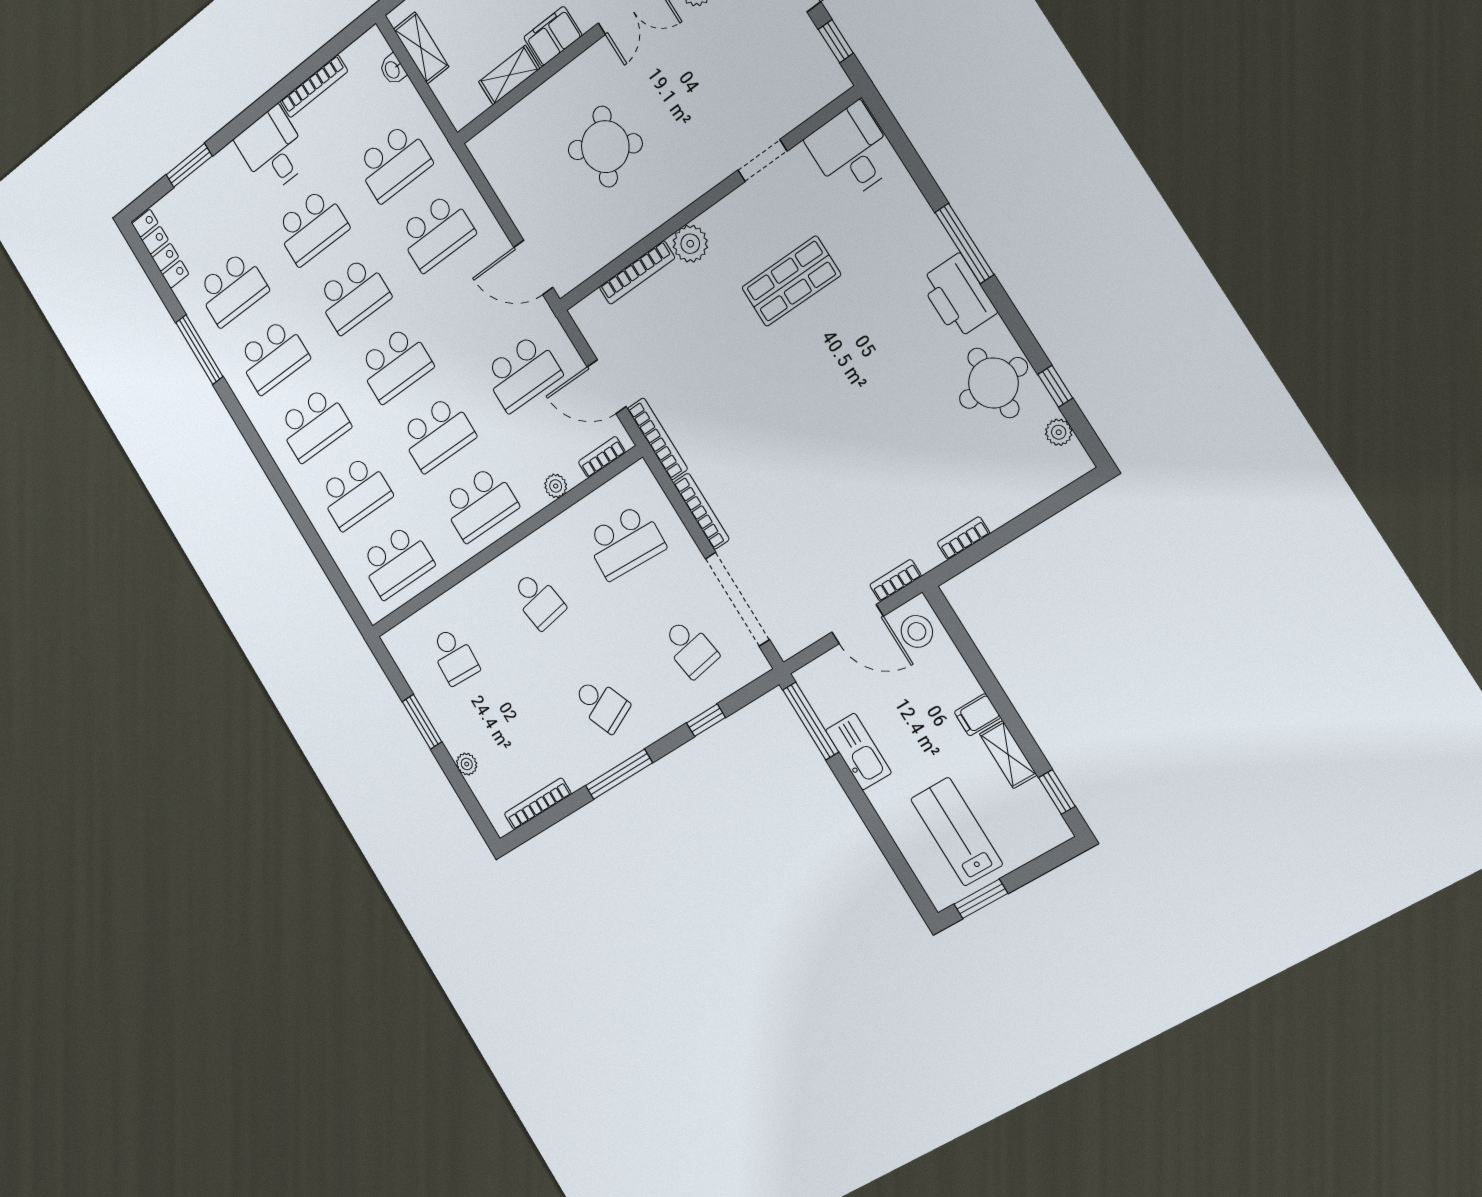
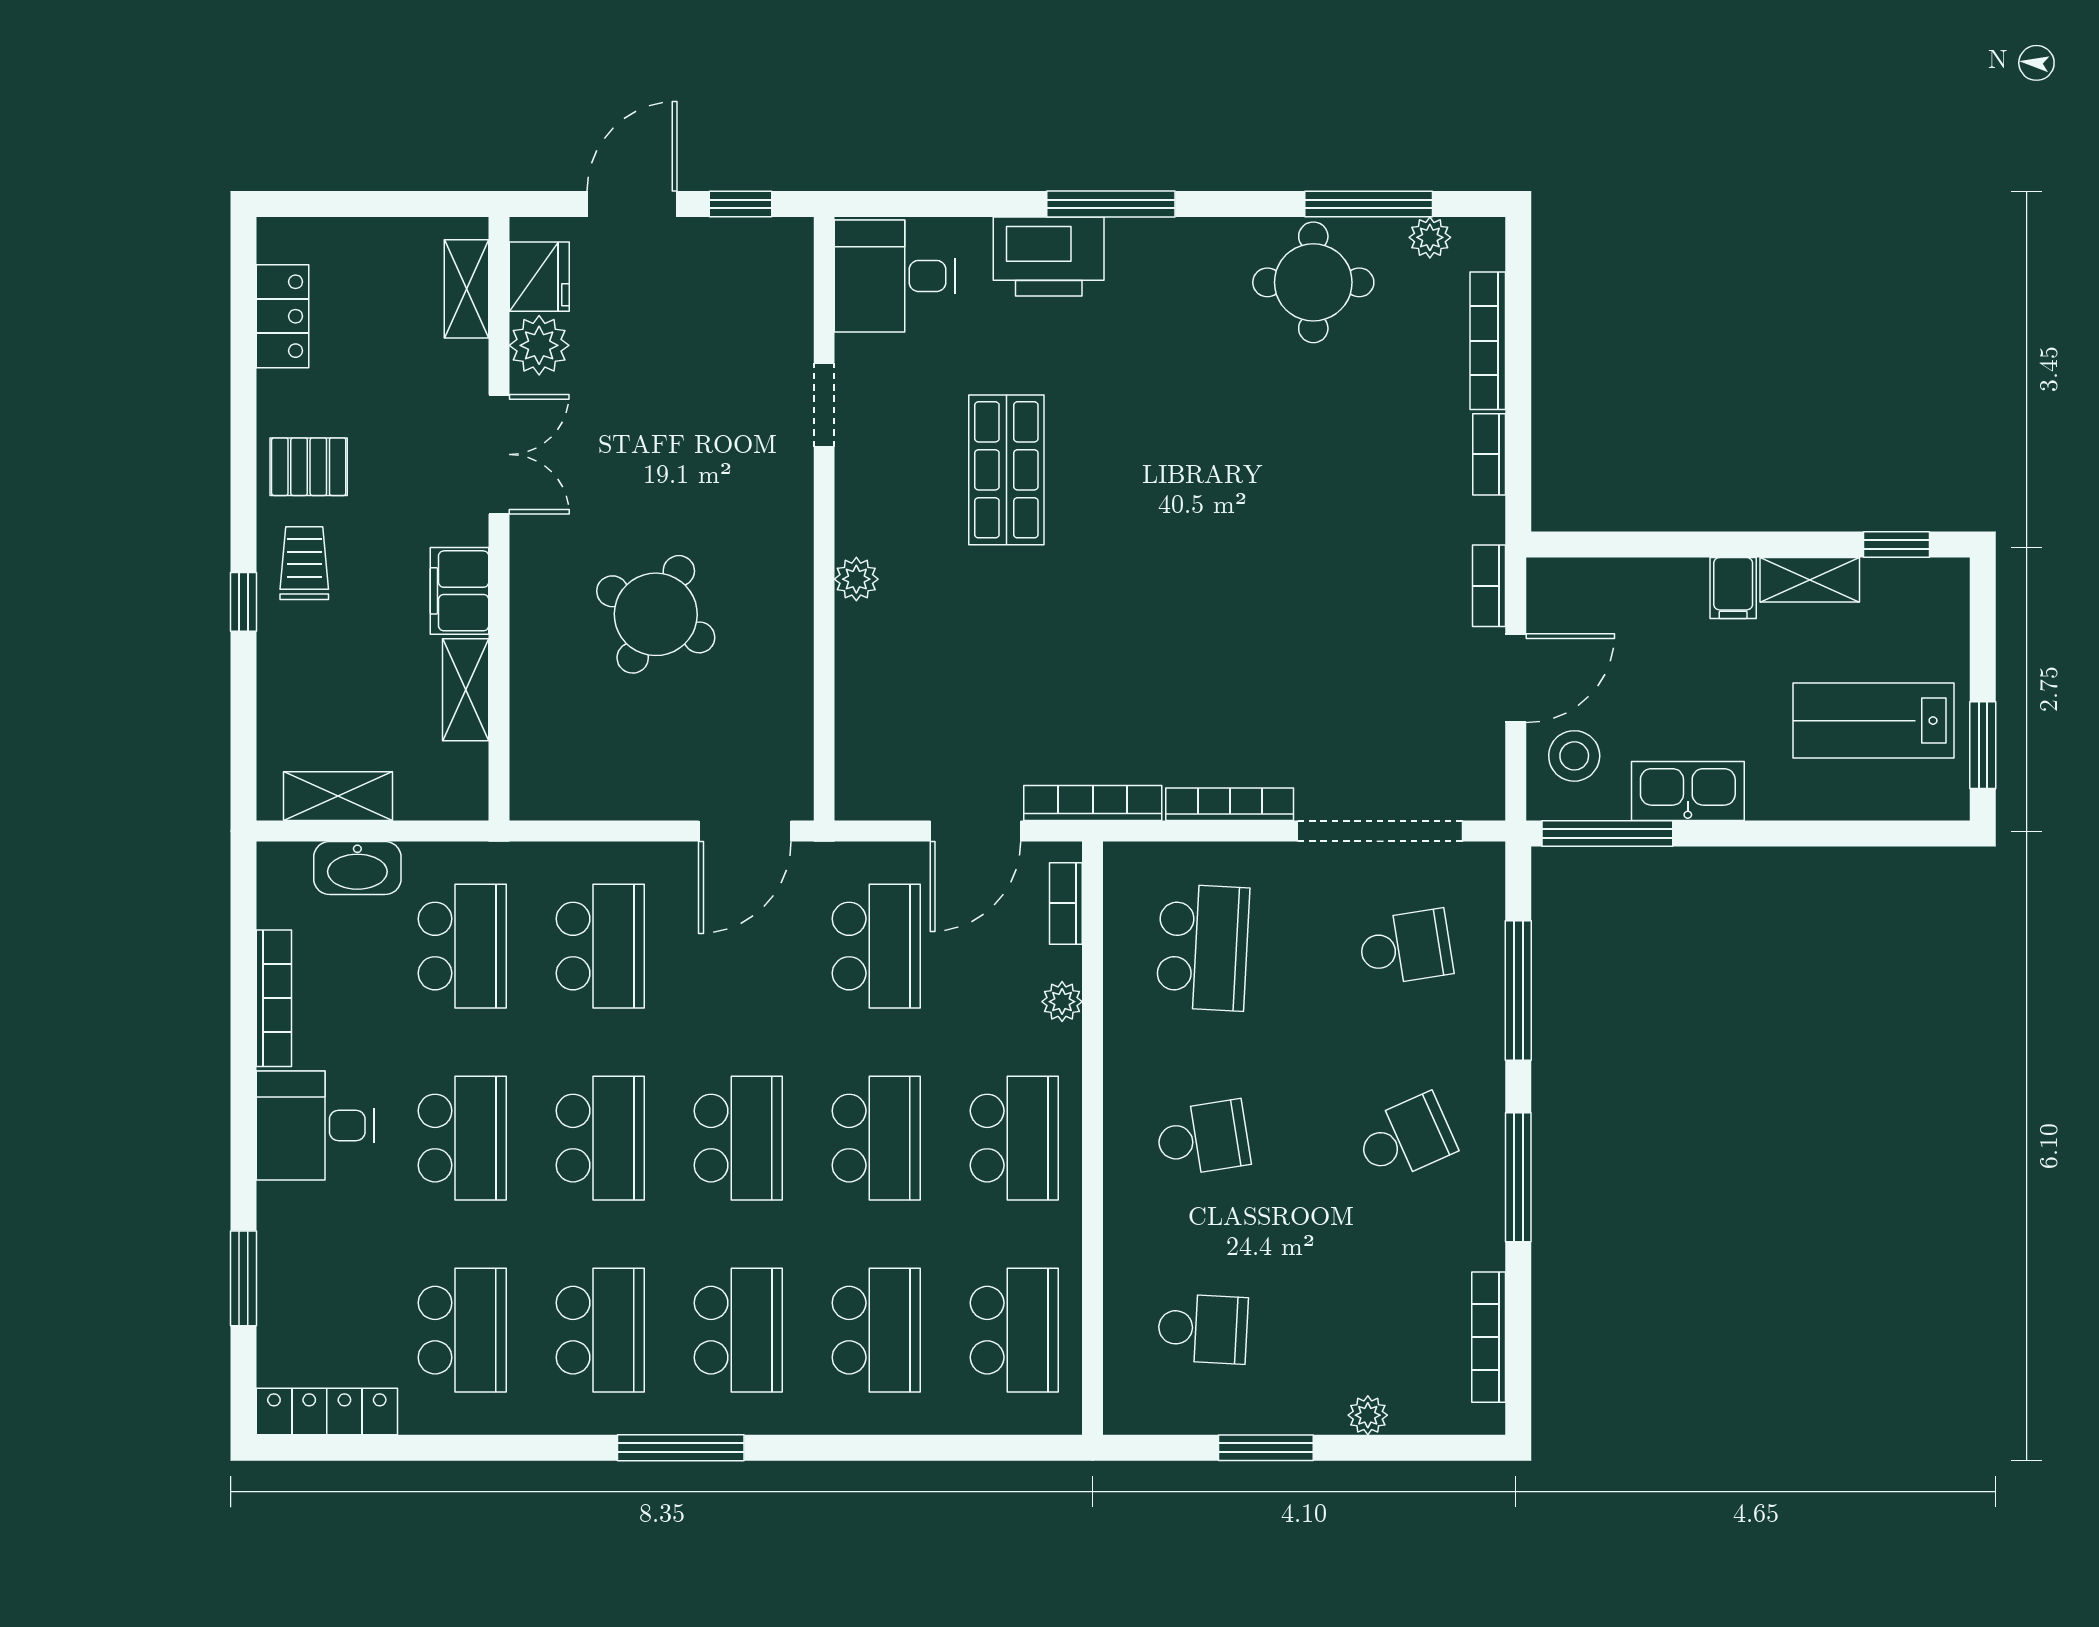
washbasin: (393, 70) -> (357, 868), width x1.91, depth x1.45
plant: (690, 244) -> (856, 579), width x0.73, depth x0.73
bookcase: (637, 273) -> (1488, 341), moved, turned 180
printer: (958, 296) -> (1049, 257), moved
window: (199, 350) -> (681, 1448), moved
window: (1055, 386) -> (1369, 204), width x2.17
stool: (917, 631) -> (1574, 756), moved
window: (706, 720) -> (1518, 990), width x2.17

